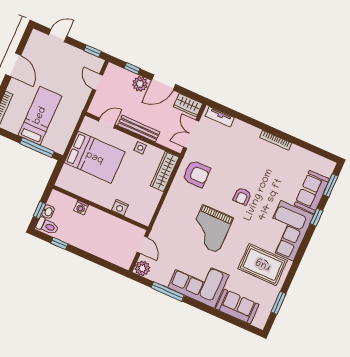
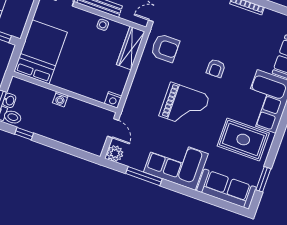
bed: (95, 157) -> (41, 52), moved, turned -90
washing machine: (81, 208) -> (60, 99), moved
nightstand: (120, 208) -> (113, 100), moved
grand piano: (210, 229) -> (184, 106), turned -90
sofa: (237, 307) -> (227, 189), width x1.36

